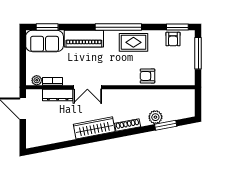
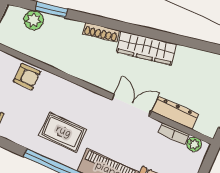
rug: (133, 42) -> (63, 132), moved
armchair: (147, 76) -> (27, 77), moved
plant: (155, 117) -> (34, 20), moved

